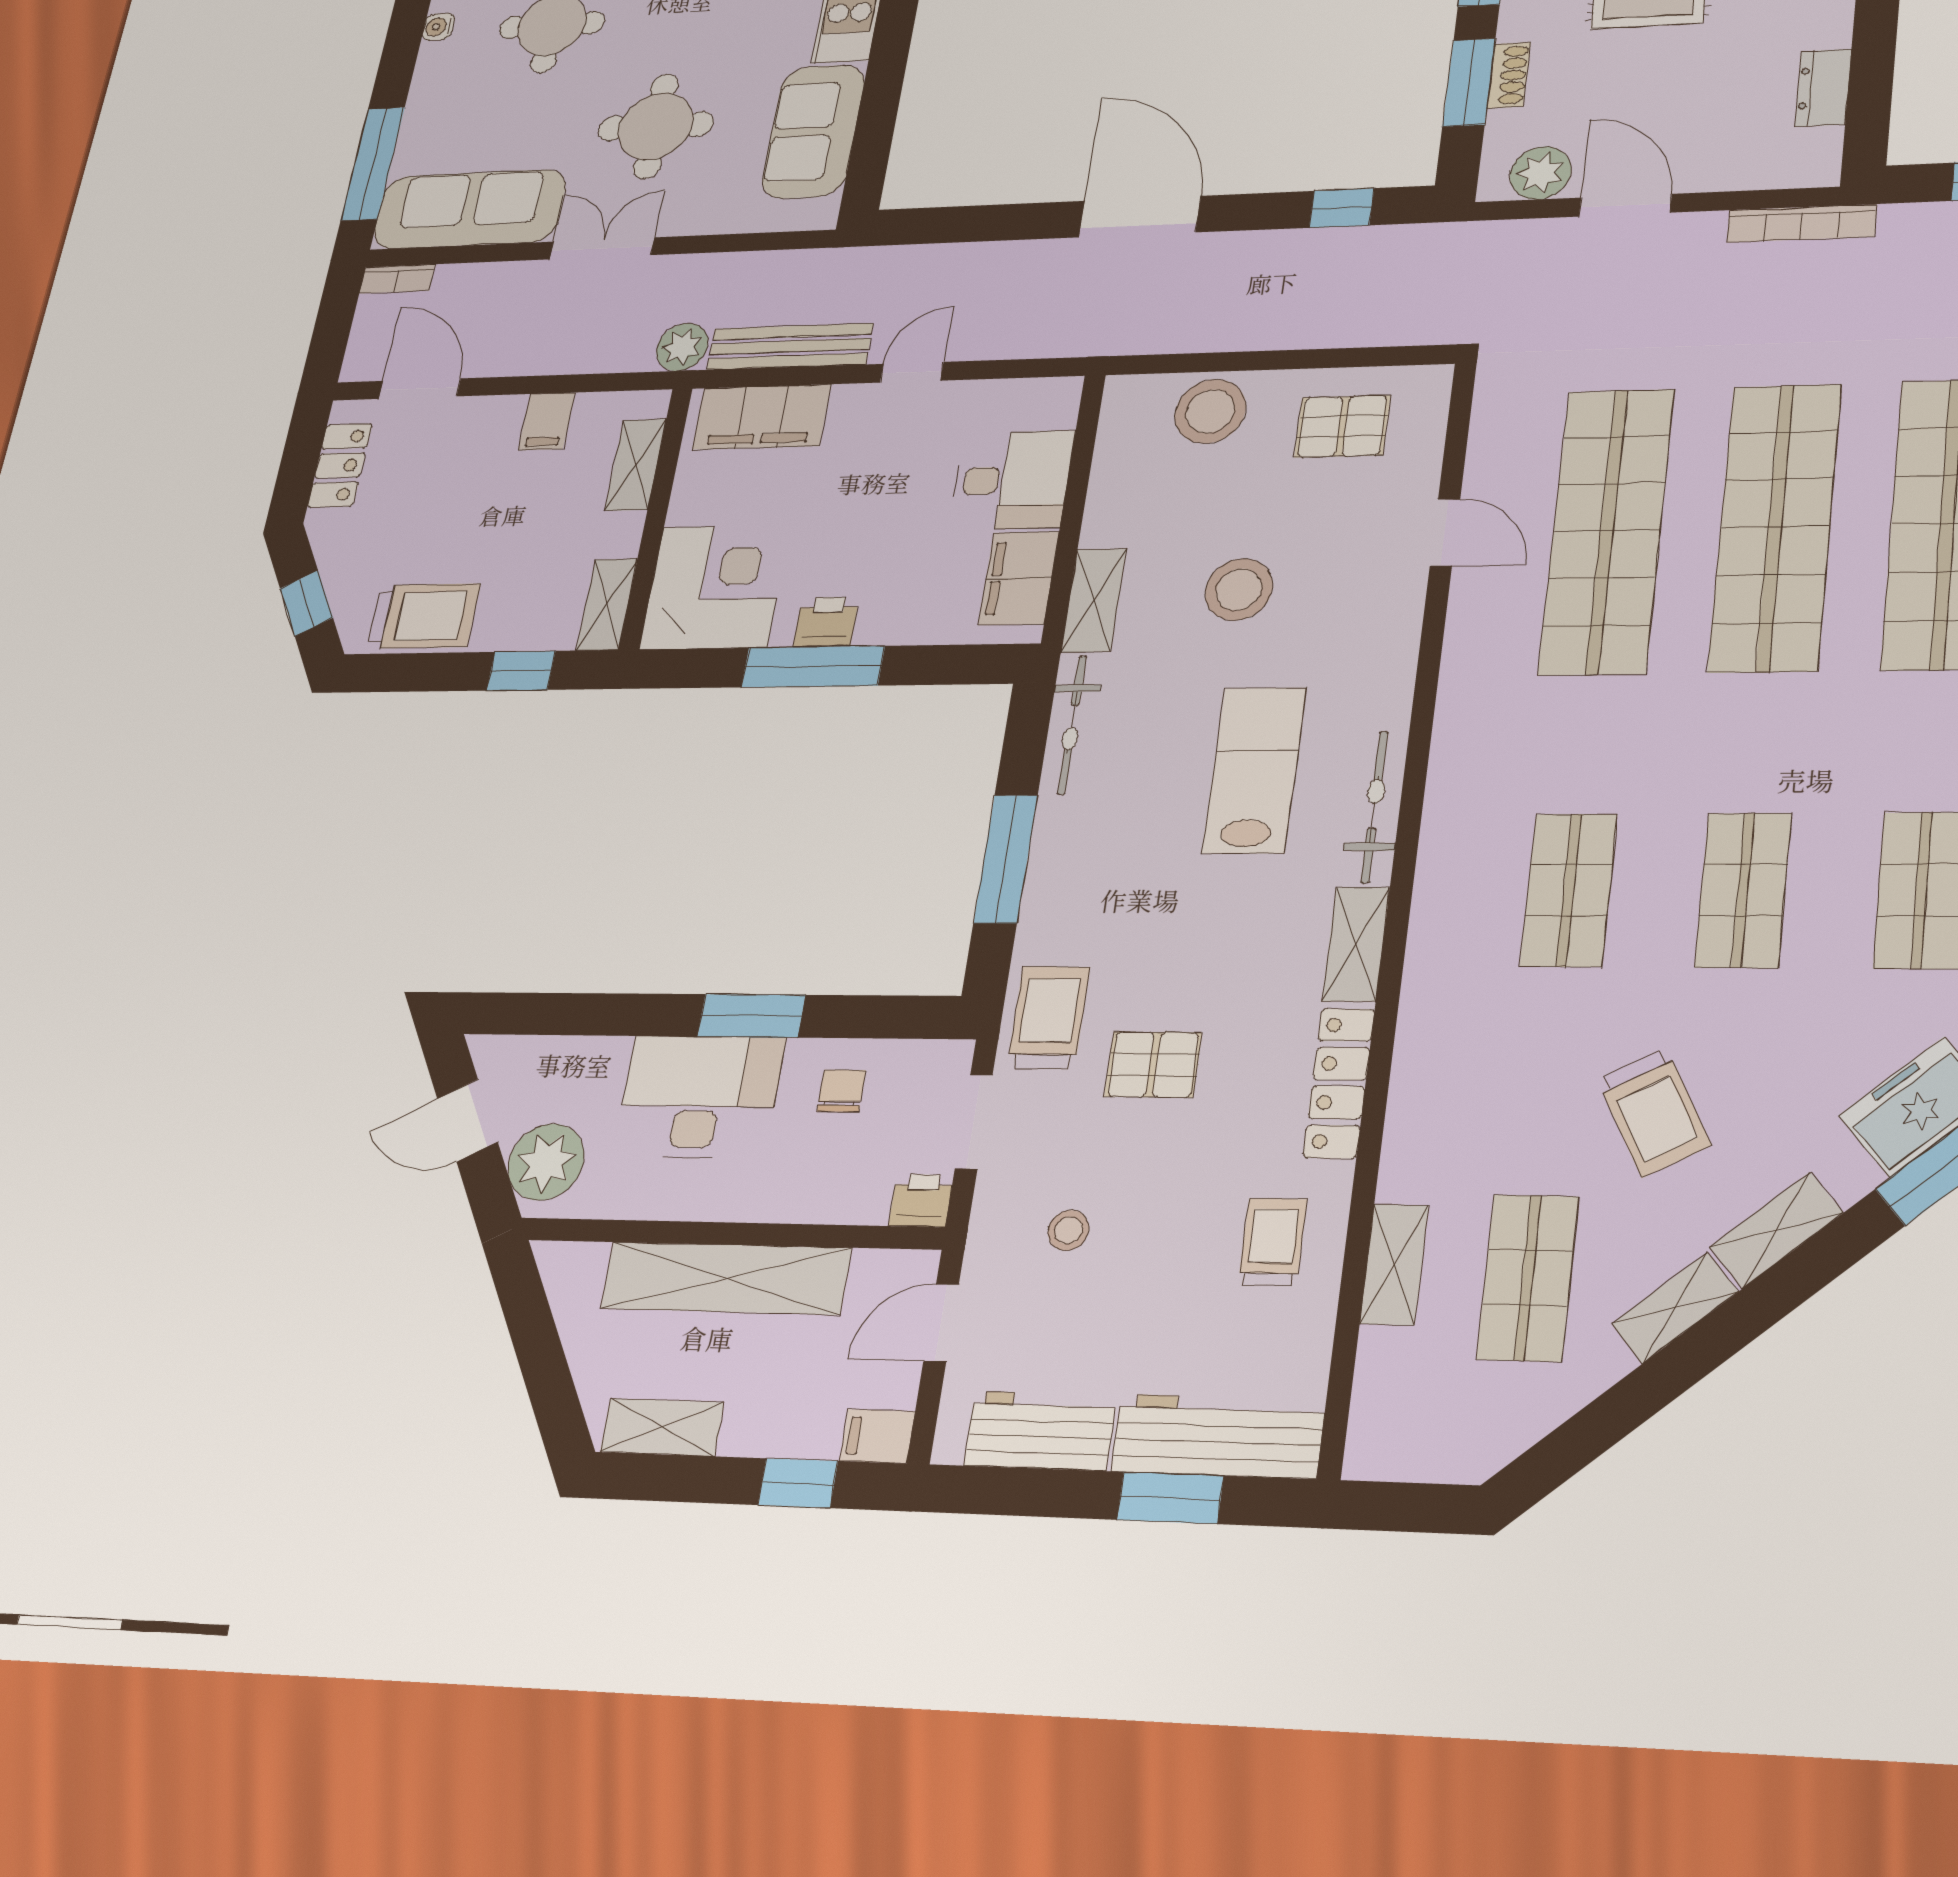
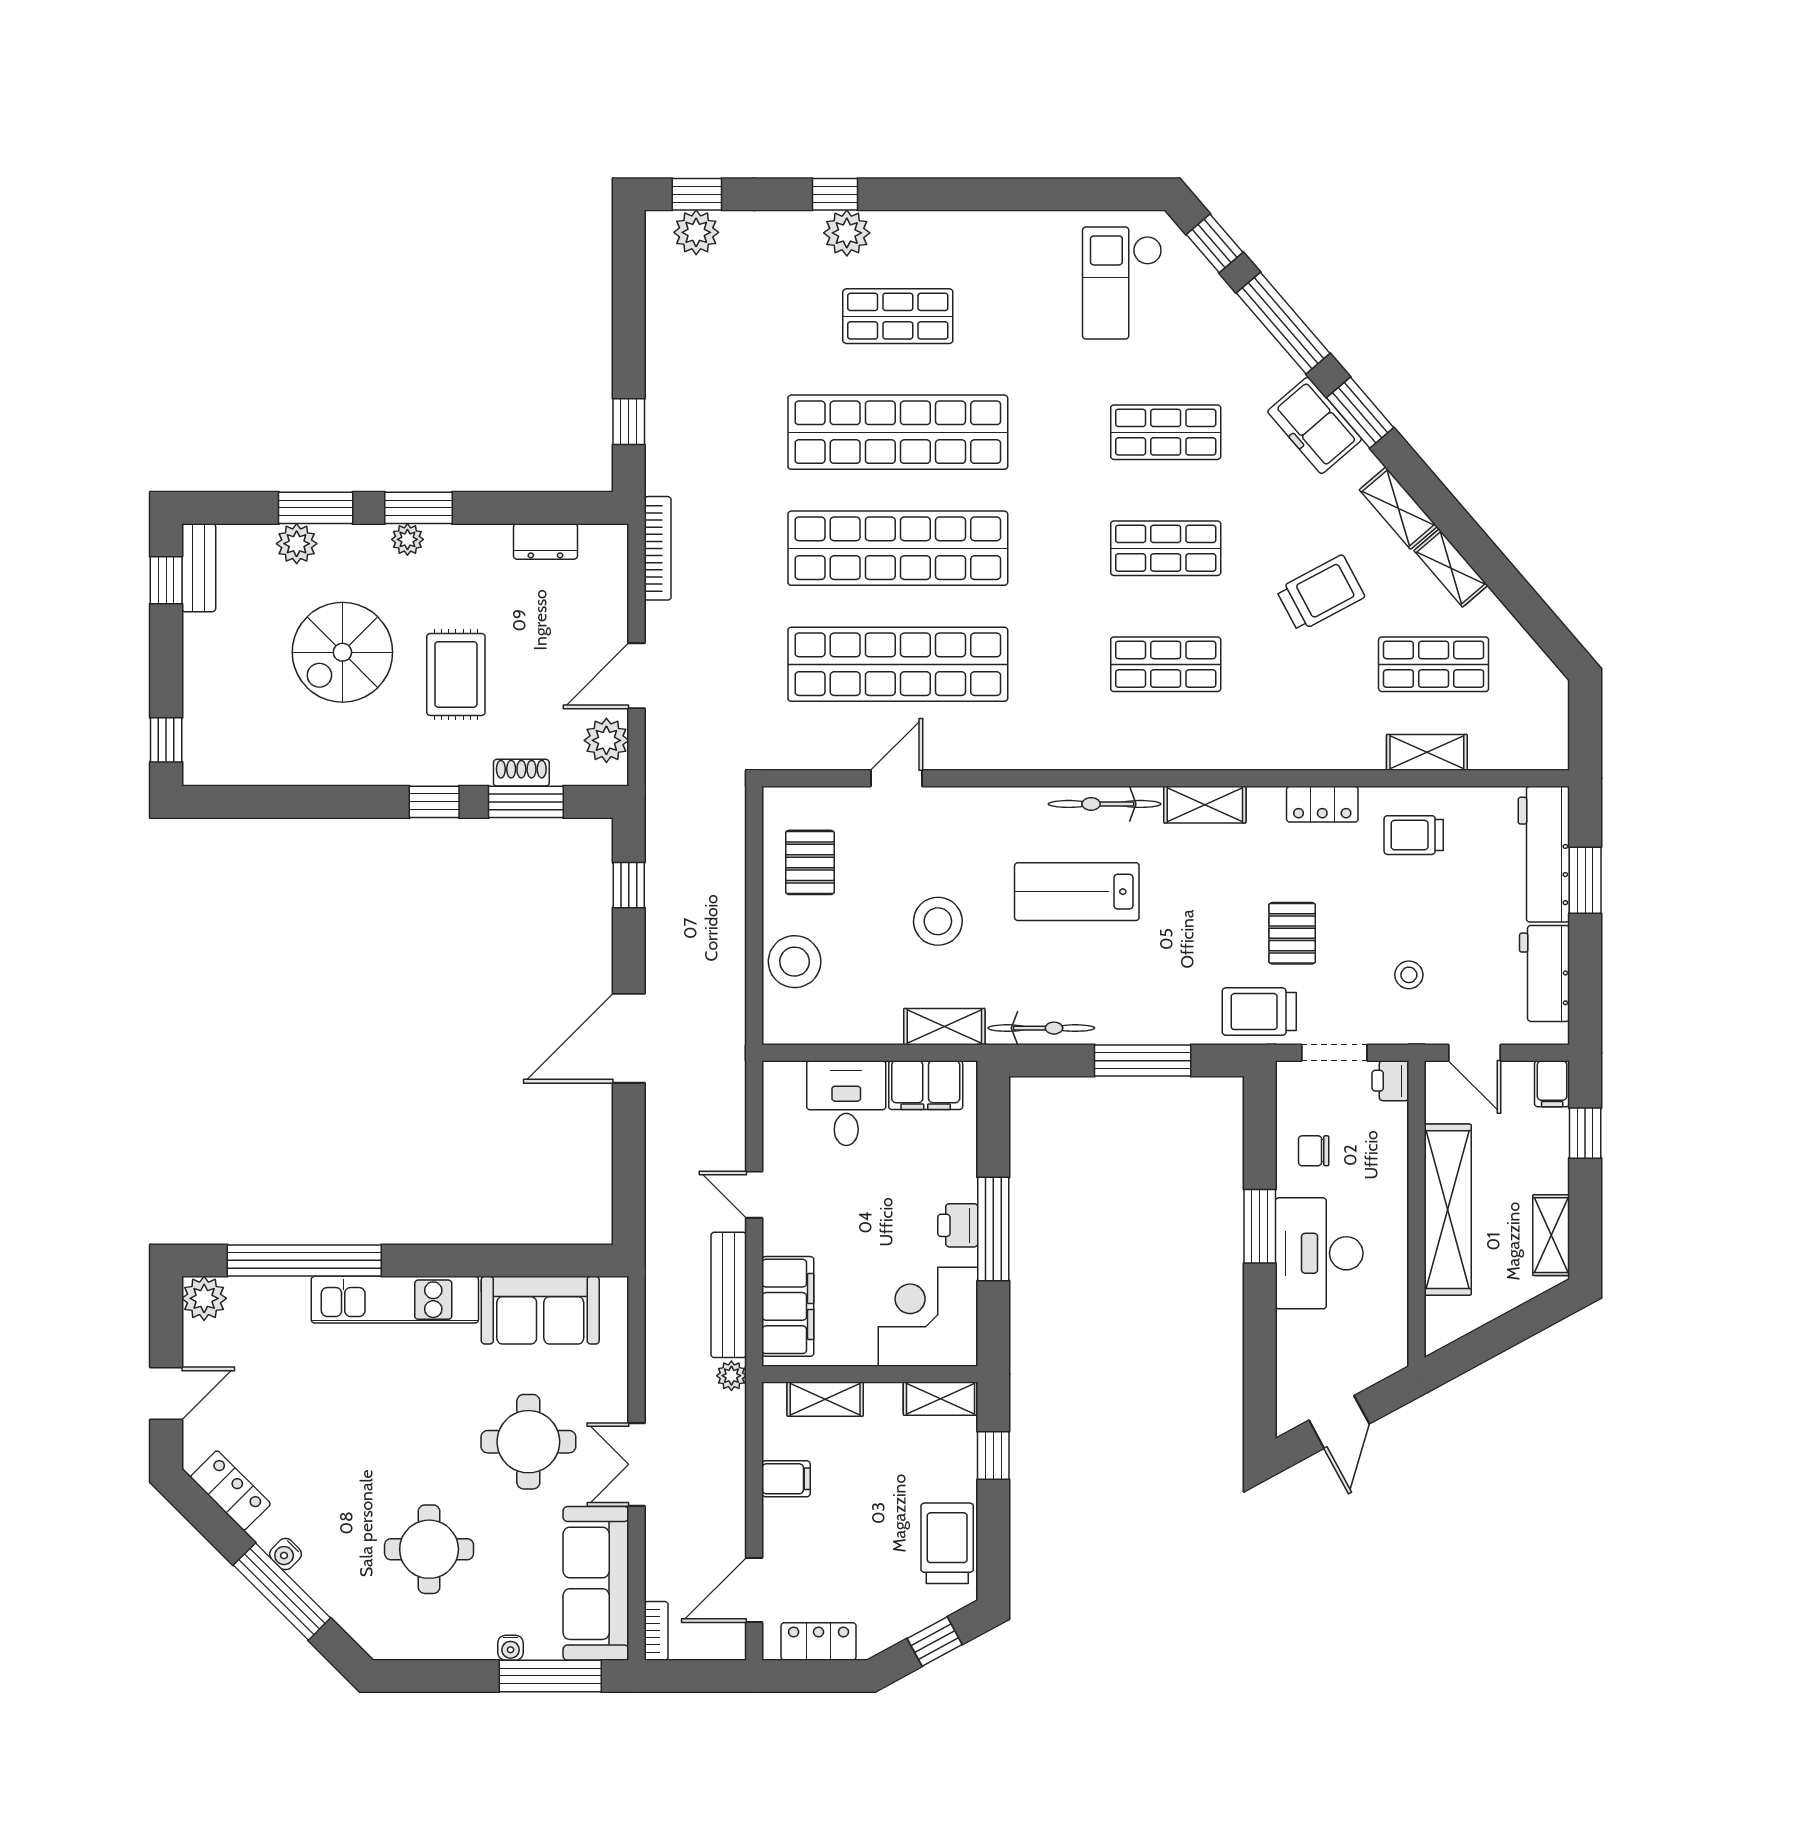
water cooler: (438, 27) -> (511, 1648), moved
plant: (682, 347) -> (731, 1376), width x0.73, depth x0.73
locker: (1339, 1083) -> (1322, 804), width x0.66
plant: (546, 1162) -> (1368, 1357), removed

